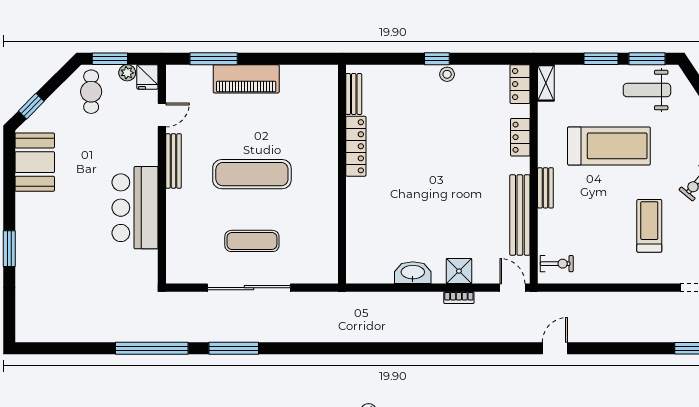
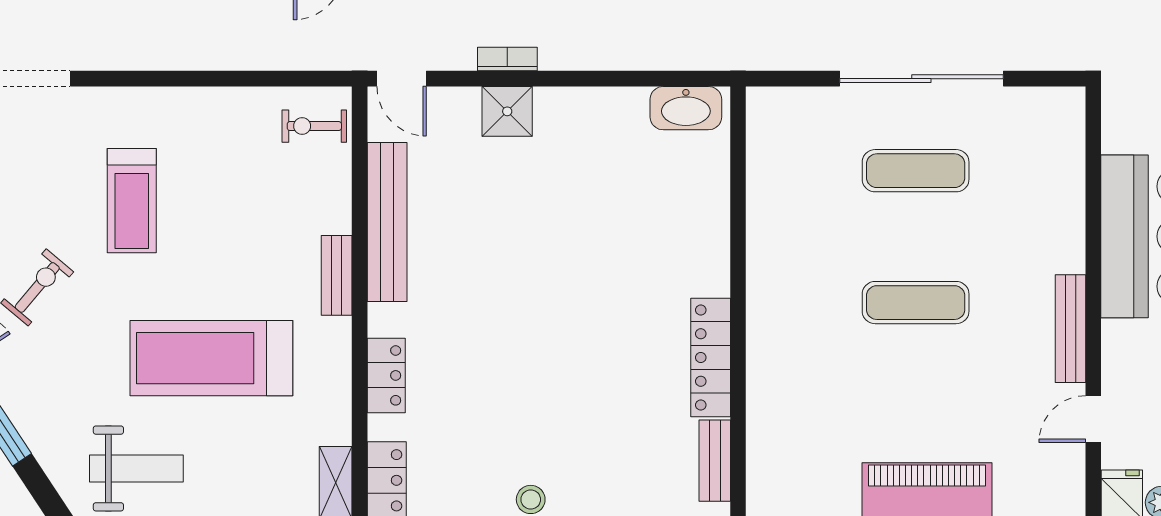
exercise mat: (252, 174) -> (916, 303), width x0.73, depth x0.69
washbasin: (413, 273) -> (686, 108), moved

